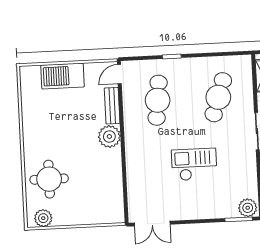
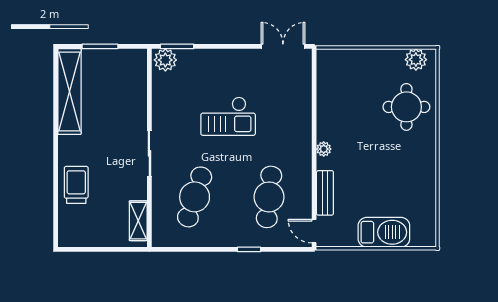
door: (119, 74) -> (314, 231), swing flipped
plant: (109, 136) -> (324, 149), width x0.53, depth x0.53

